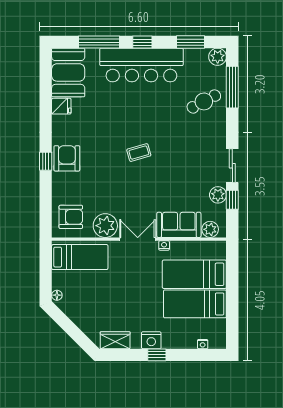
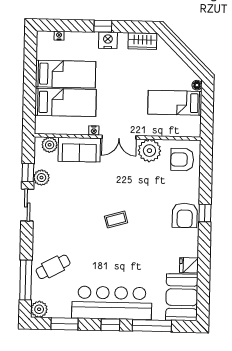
bed: (80, 257) -> (175, 103), moved

